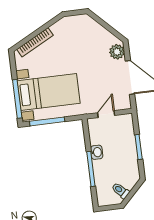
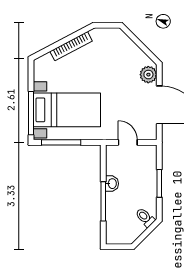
bookcase: (35, 42) -> (71, 46), moved
door: (106, 114) -> (128, 142), hinge flipped
toilet: (120, 191) -> (145, 217), moved

